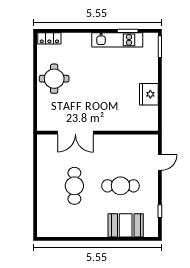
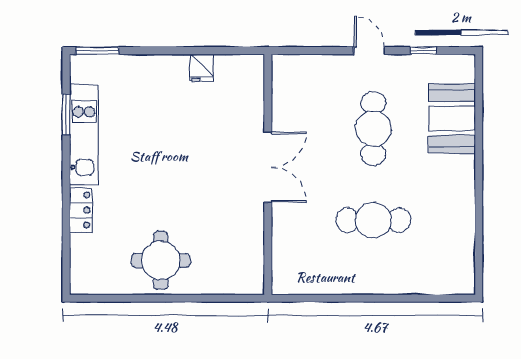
locker: (49, 38) -> (81, 210), moved
fridge: (149, 94) -> (202, 68), width x0.53, depth x0.75
double door: (75, 133) -> (268, 167), moved
door: (160, 162) -> (370, 51), moved

